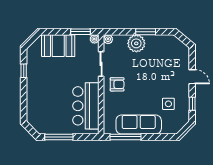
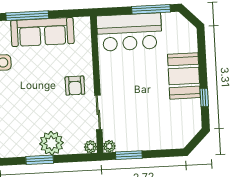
booth: (58, 46) -> (184, 76), moved, turned 90
armchair: (117, 84) -> (75, 86), turned -90
bar counter: (86, 106) -> (129, 32), moved, turned 90
window: (126, 137) -> (27, 16), moved

